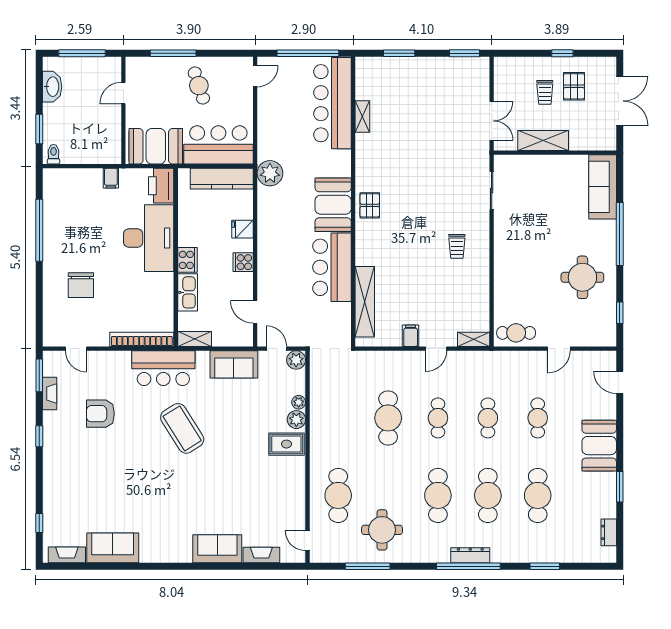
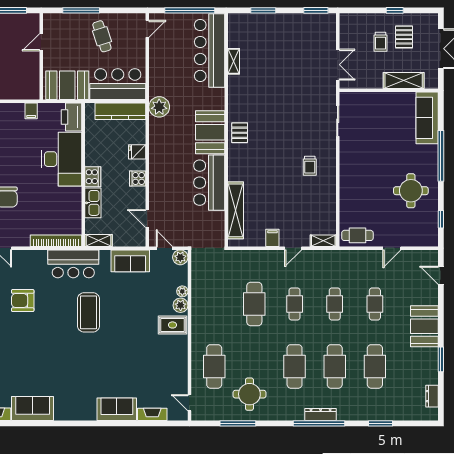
shelving: (543, 141) -> (404, 81), moved
coffee table: (182, 428) -> (88, 312), turned 32

